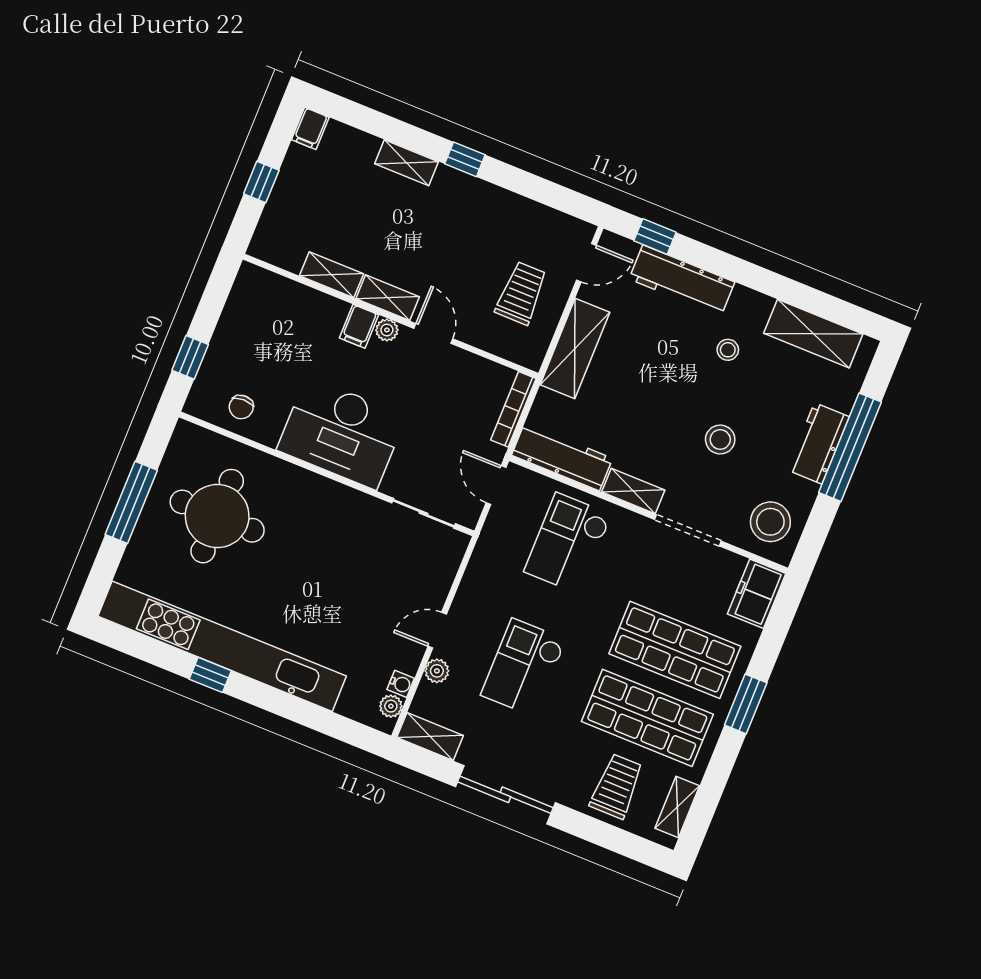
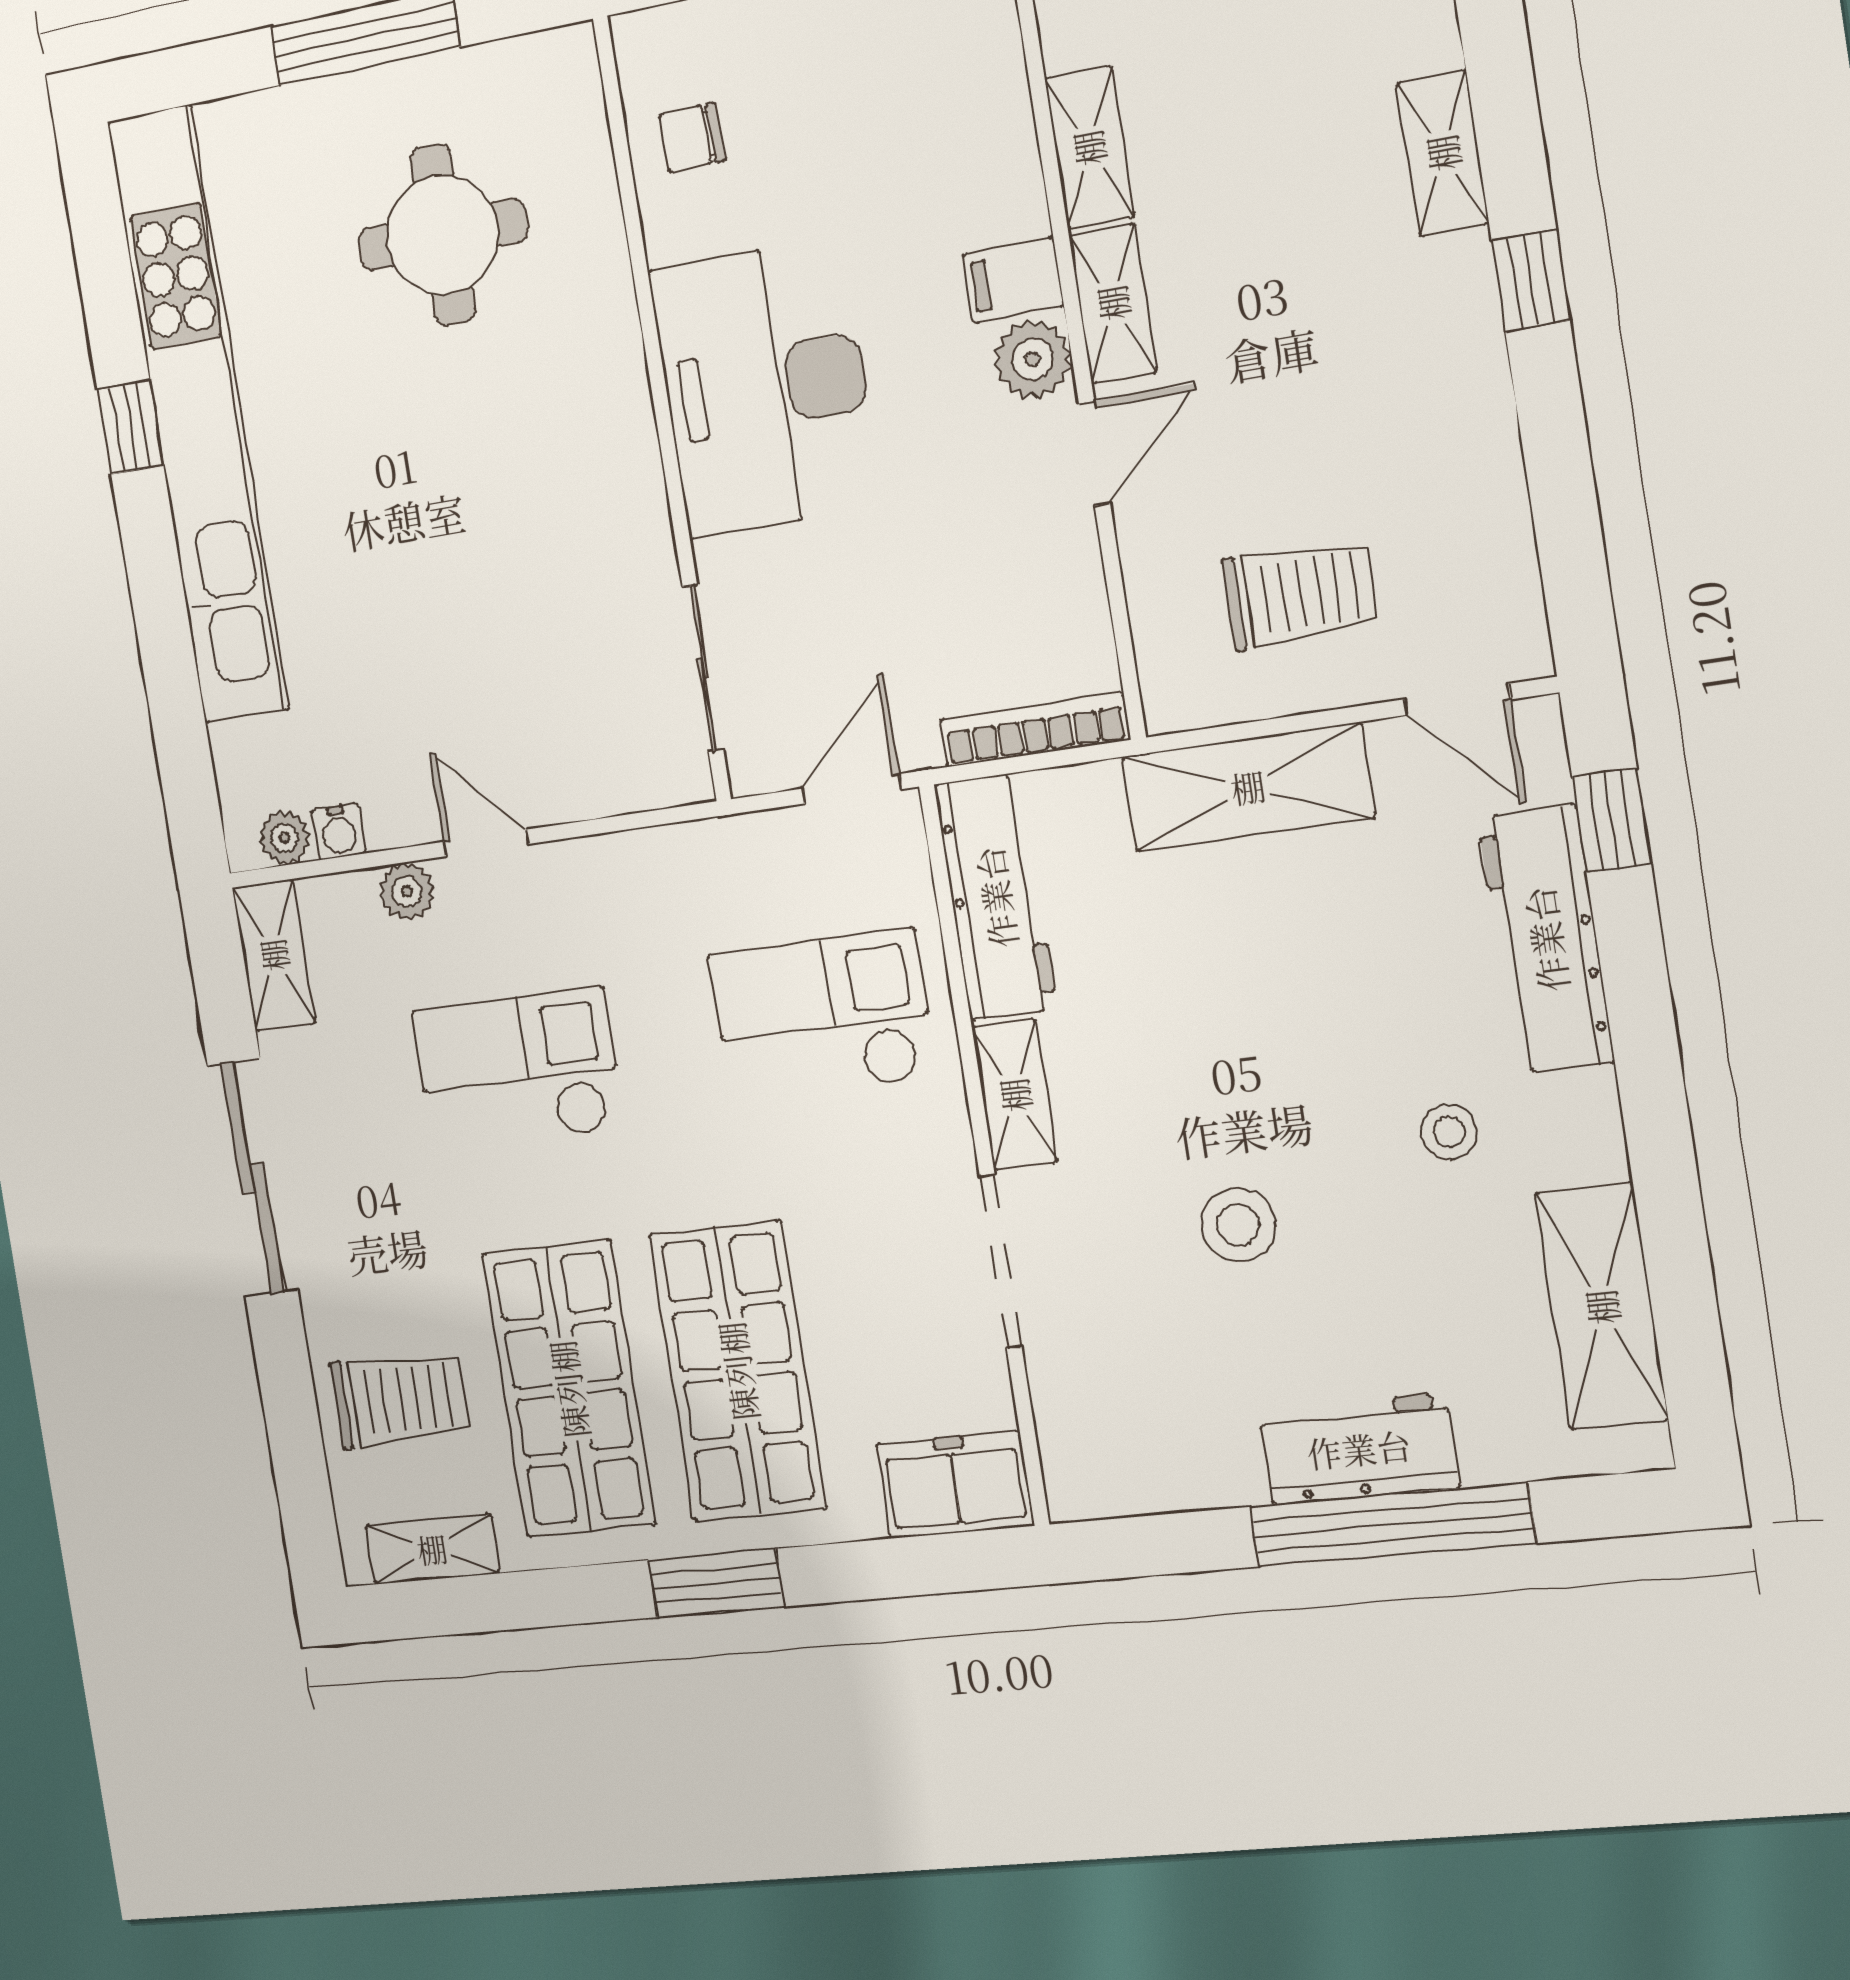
plant: (387, 330) -> (1033, 359), width x1.38, depth x1.38
round table: (217, 516) -> (443, 235), width x0.73, depth x0.73
stool: (770, 522) -> (1125, 1433), removed

